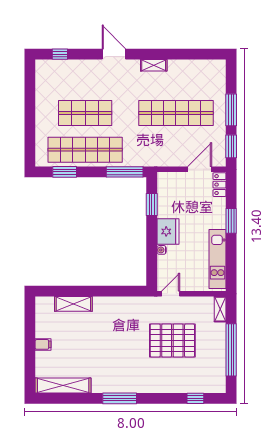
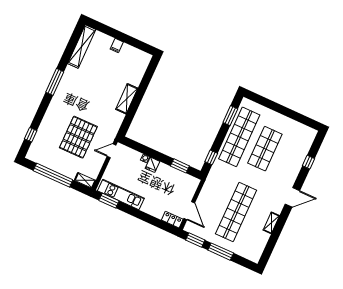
window: (60, 54) -> (308, 162), moved
door: (114, 54) -> (292, 197), moved
shelving: (154, 65) -> (271, 223), moved
window: (125, 172) -> (211, 157), width x0.46
window: (231, 221) -> (109, 201), moved
fridge: (168, 231) -> (153, 165), width x0.53, depth x0.75
door: (171, 294) -> (112, 151), swing flipped
shelving: (73, 304) -> (127, 99), moved

